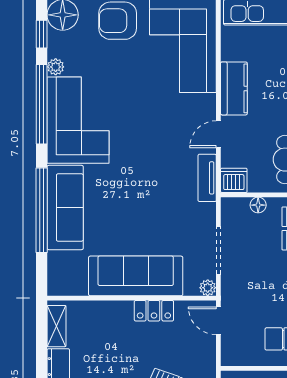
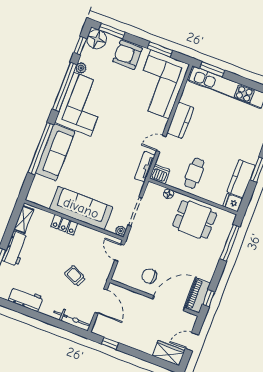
locker: (154, 311) -> (64, 225), moved

